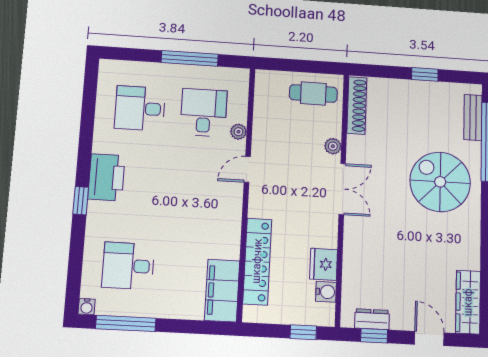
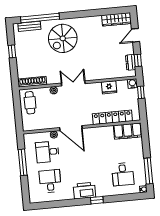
desk: (140, 108) -> (50, 181), turned 180
door: (247, 169) -> (71, 128), width x1.87
water cooler: (326, 292) -> (132, 84), moved

